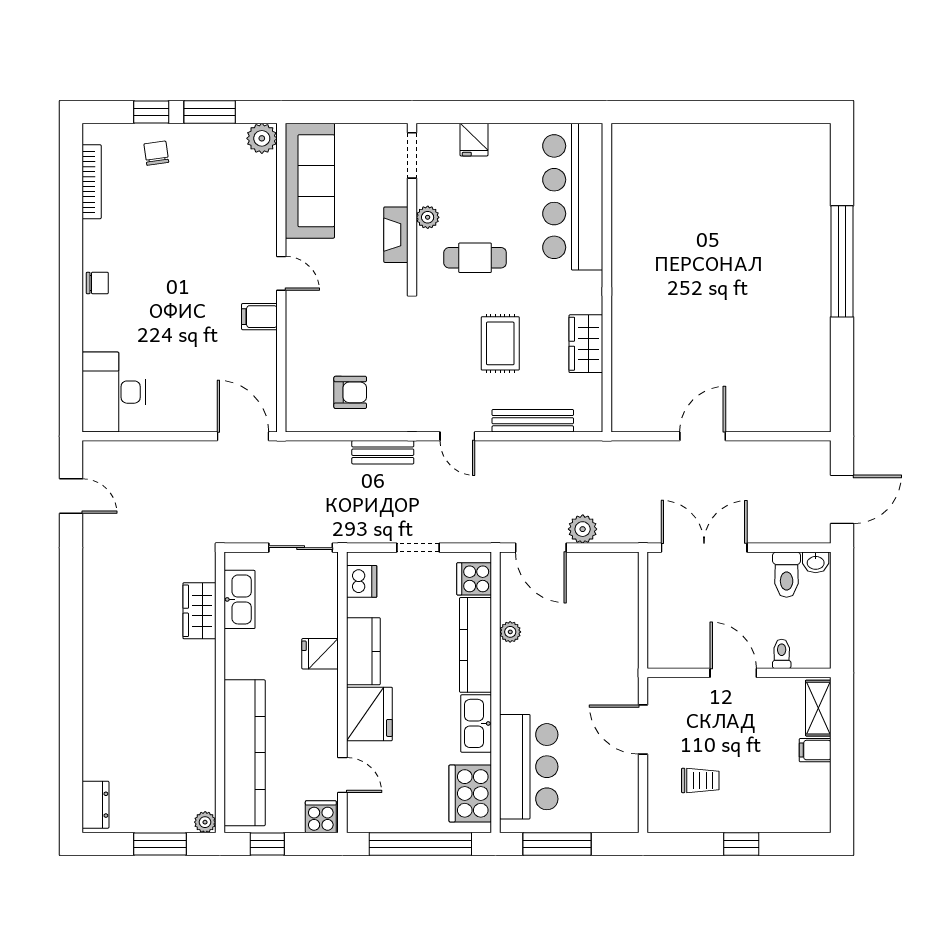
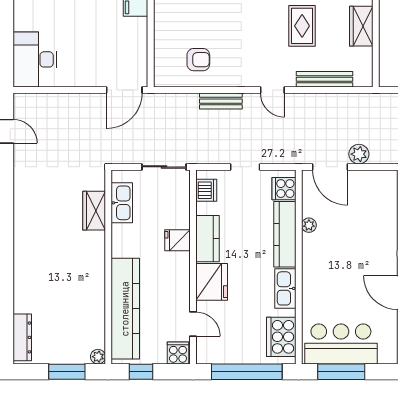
door: (243, 436) -> (124, 90), swing flipped
bar counter: (529, 767) -> (341, 344), moved, turned -90
dresser: (95, 805) -> (22, 337), width x1.44

